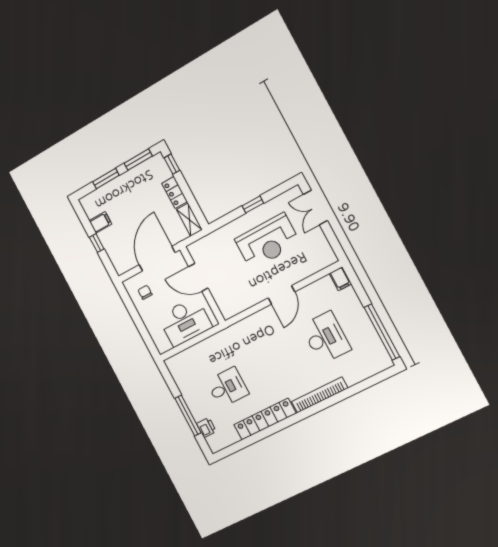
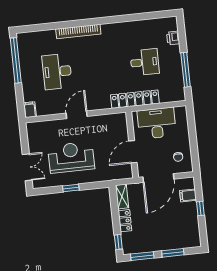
filing cabinet: (100, 222) -> (188, 195), moved
door: (198, 277) -> (133, 152), swing flipped
desk: (227, 387) -> (145, 62), turned 180
window: (188, 416) -> (186, 70), moved
locker: (265, 419) -> (135, 99), moved, turned 180

